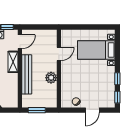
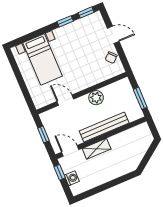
window: (40, 27) -> (43, 134), added

